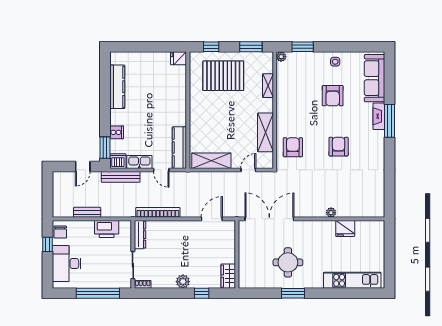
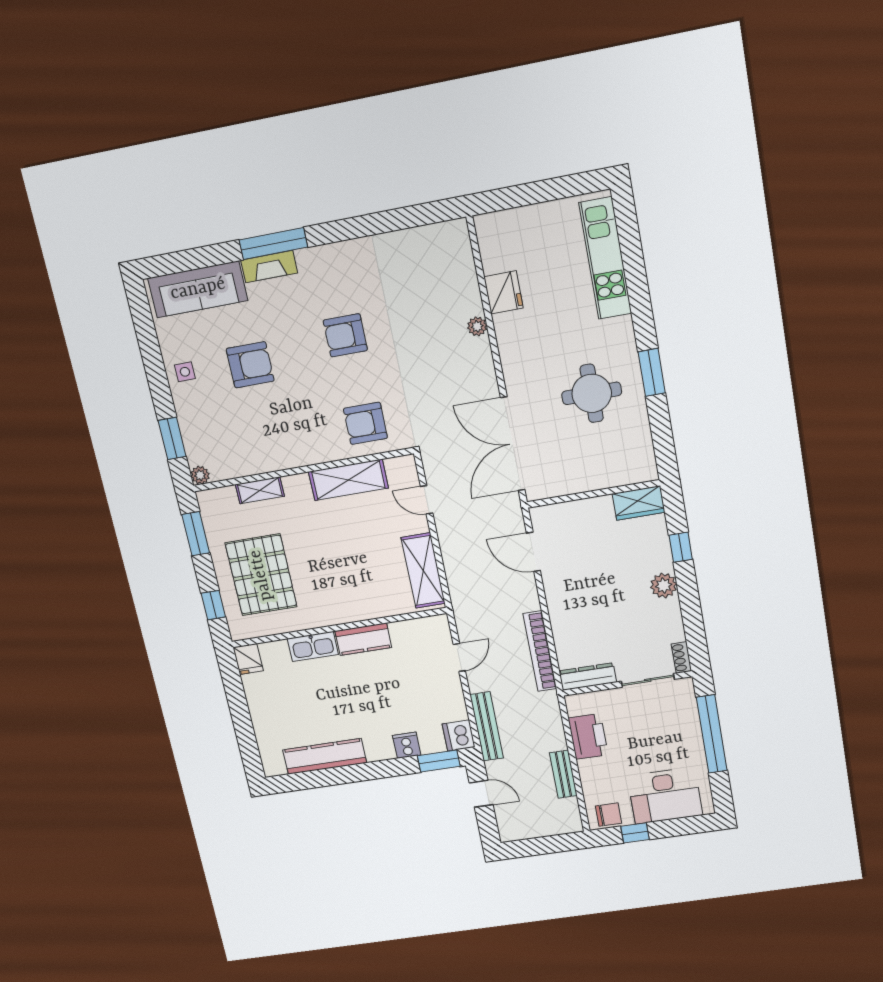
kitchen counter: (179, 148) -> (363, 639), moved, width x0.67
kitchen sink: (139, 162) -> (313, 646), moved, turned -90

